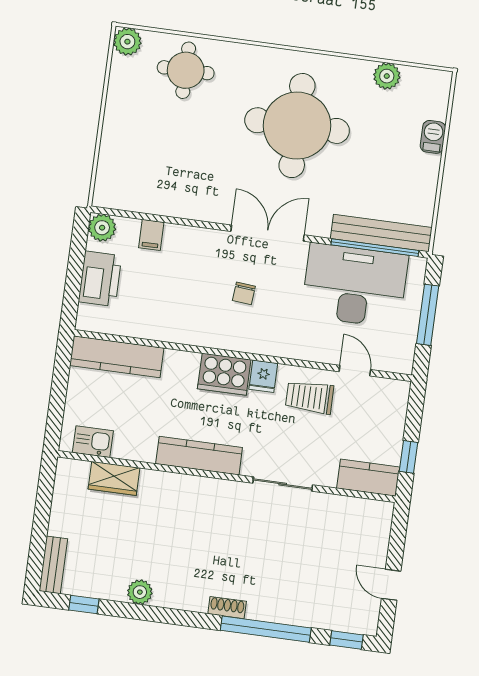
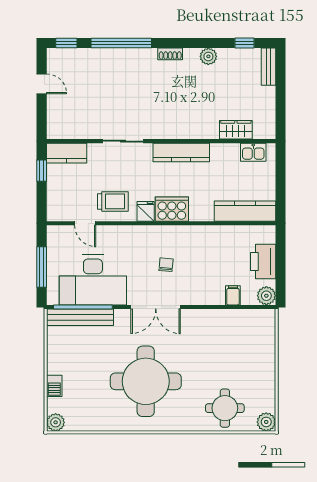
plant: (387, 76) -> (56, 422), moved
shoe rack: (227, 608) -> (170, 54), moved

